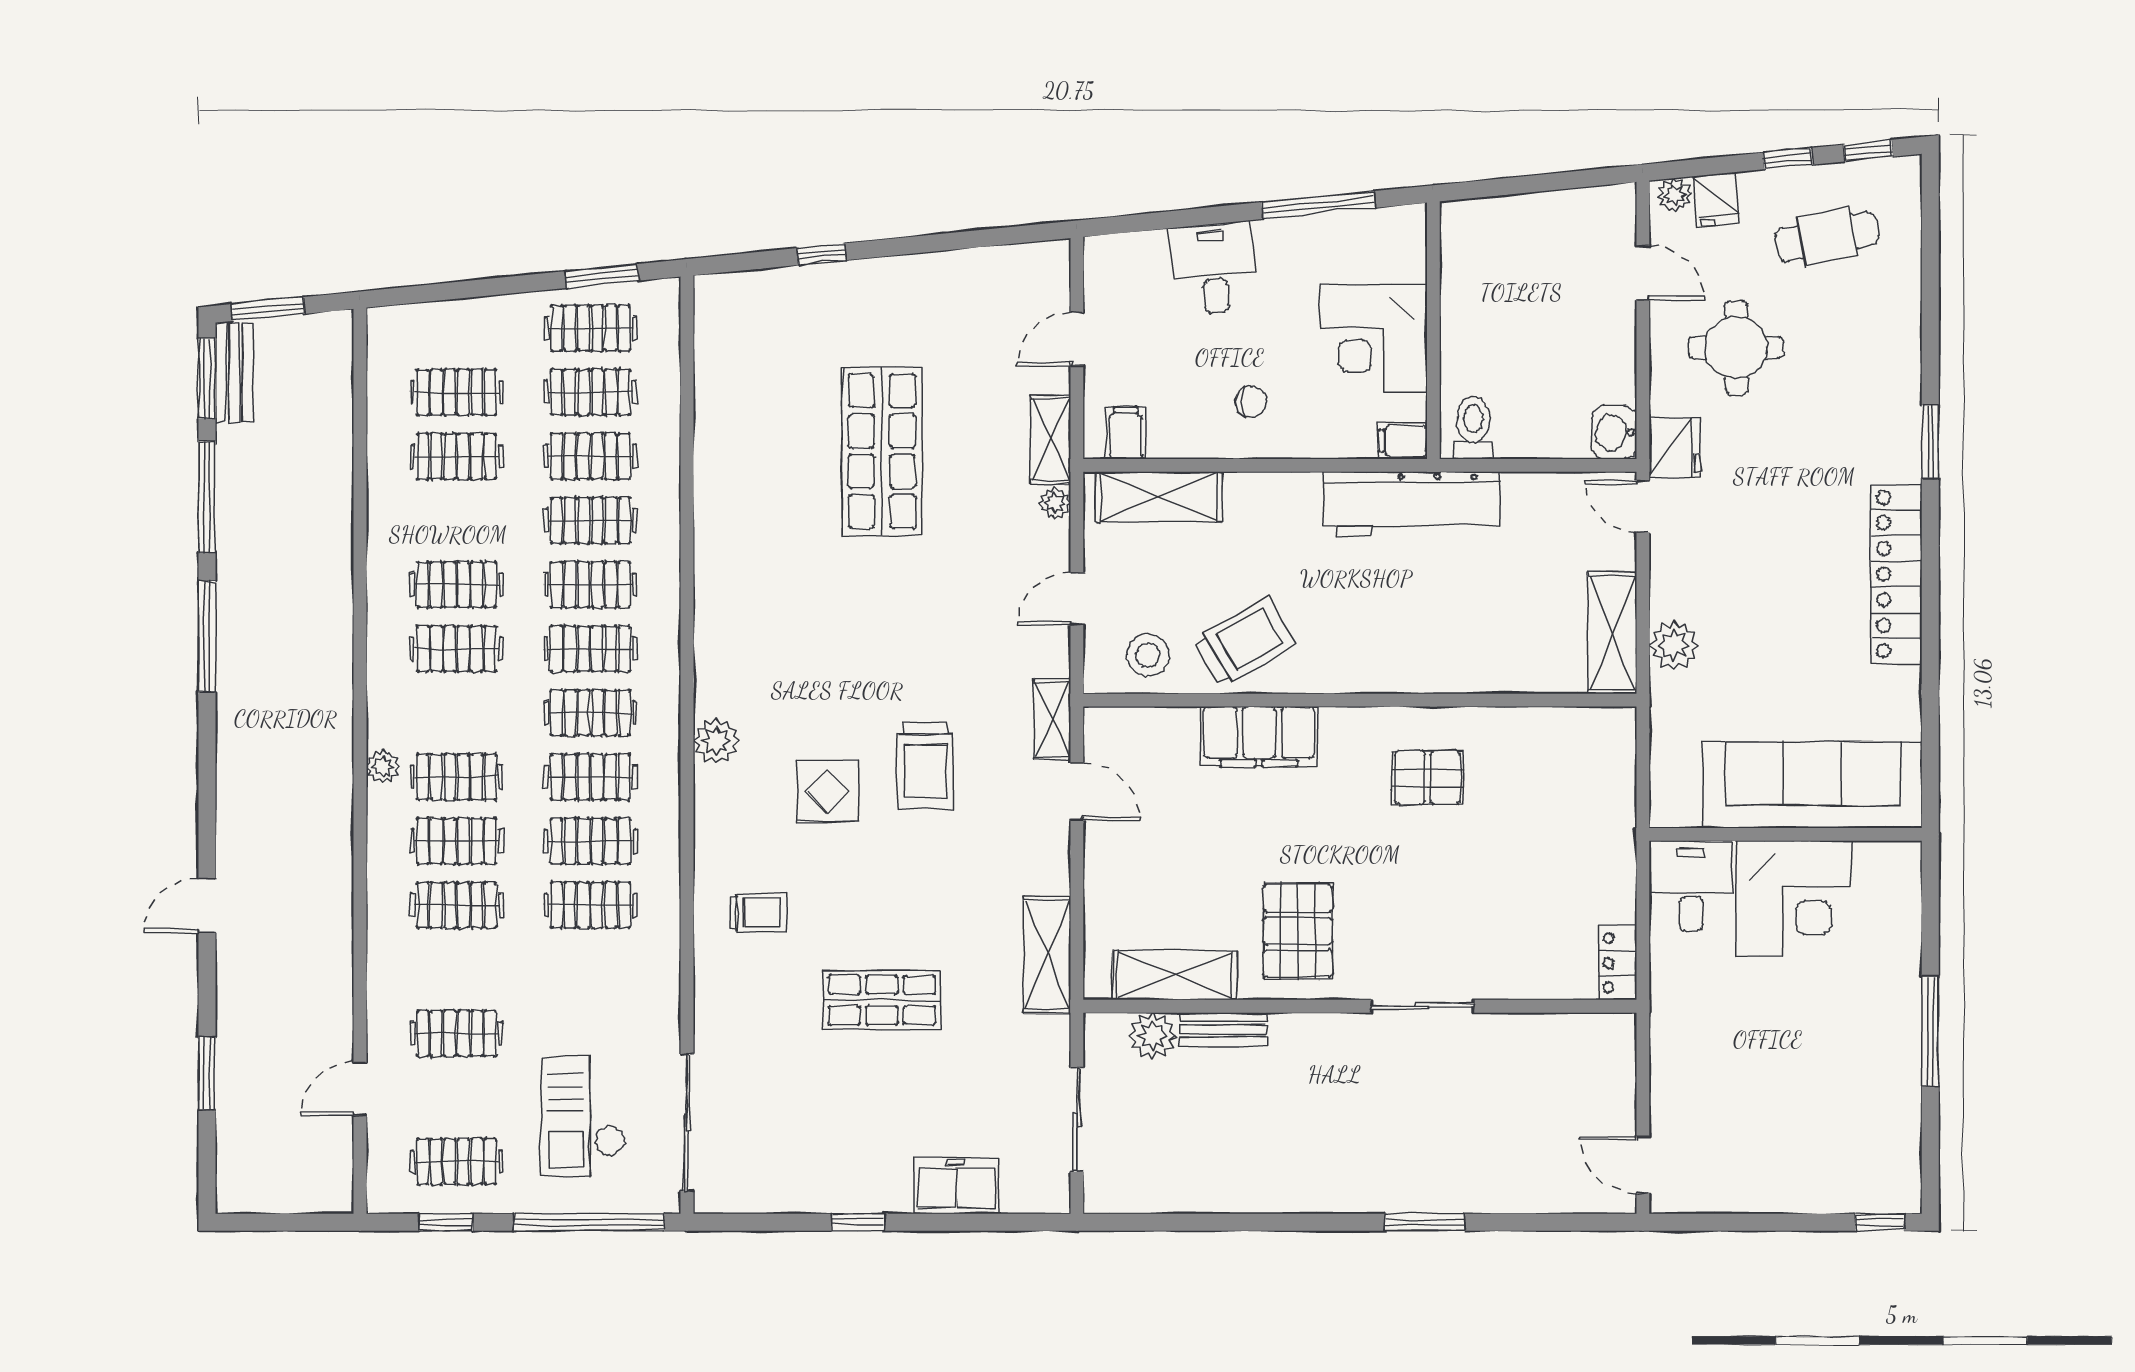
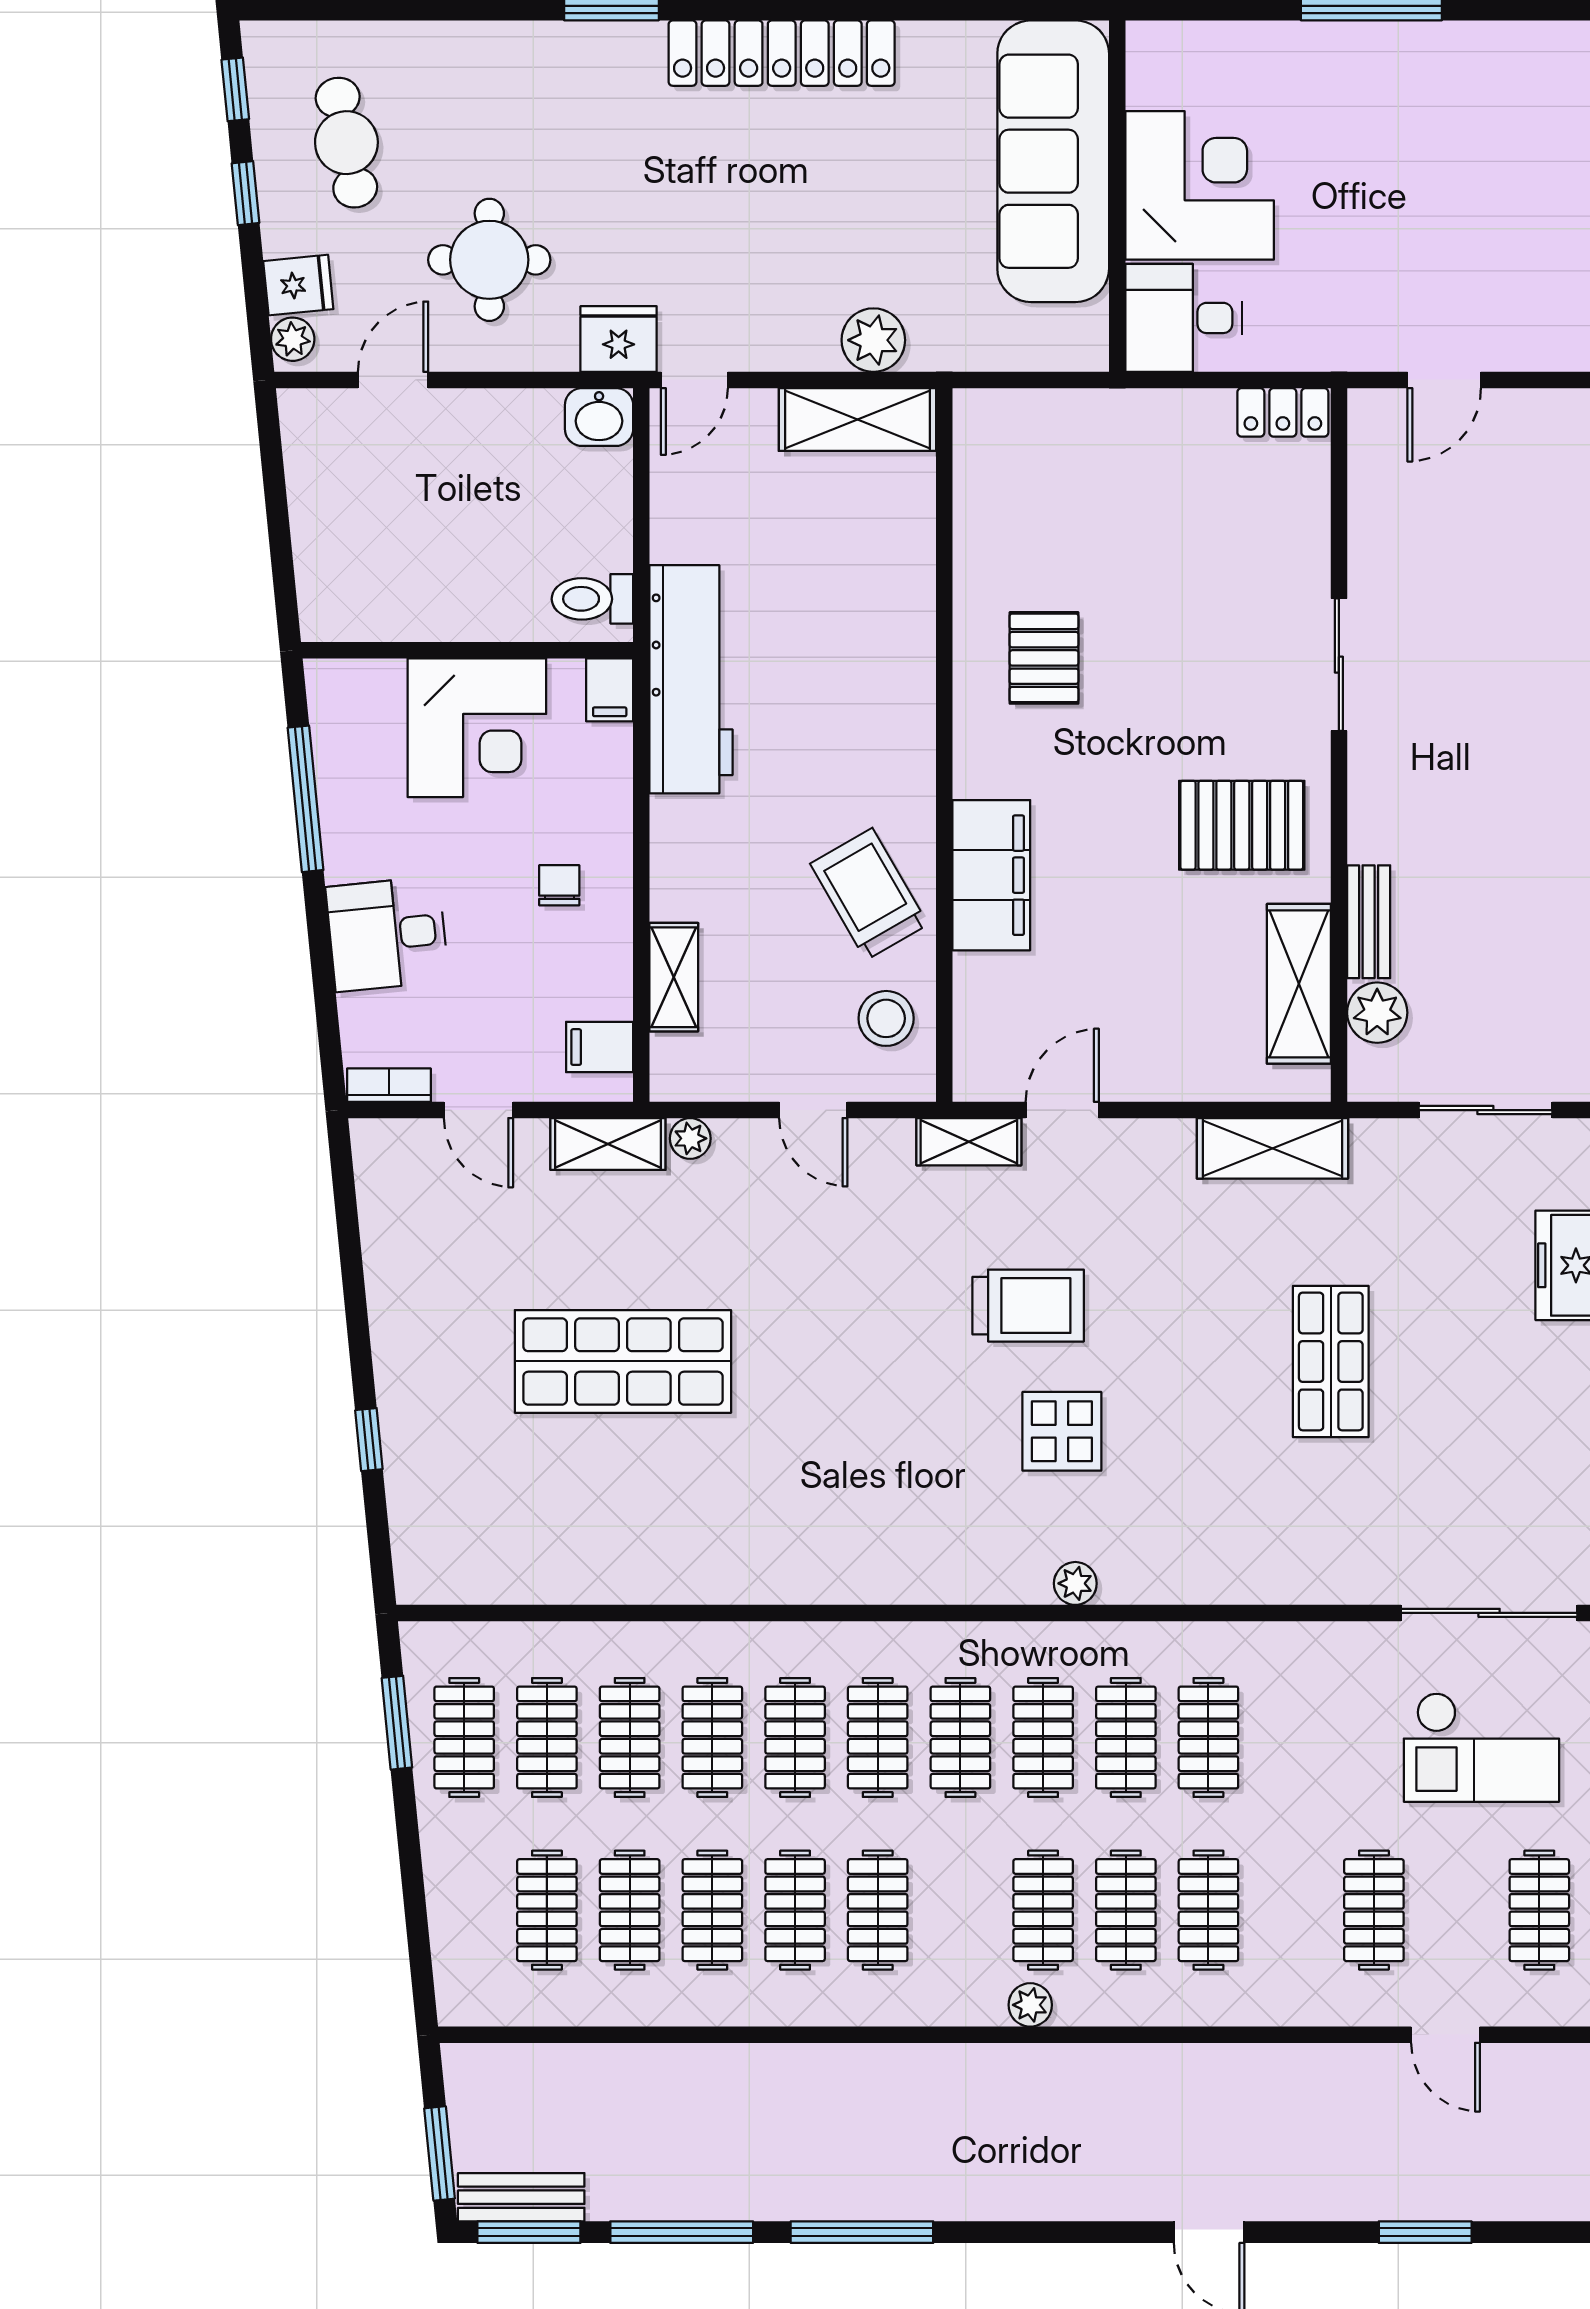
bookcase: (1096, 270) -> (389, 1085), added
shelving: (1159, 497) -> (674, 977), width x0.67, depth x0.75
clothes rail: (457, 520) -> (712, 1910), added
plant: (716, 741) -> (1075, 1583), moved, width x0.73, depth x0.73
trolley: (758, 913) -> (1218, 1521), removed
door: (1643, 1165) -> (1444, 380), moved

